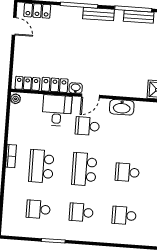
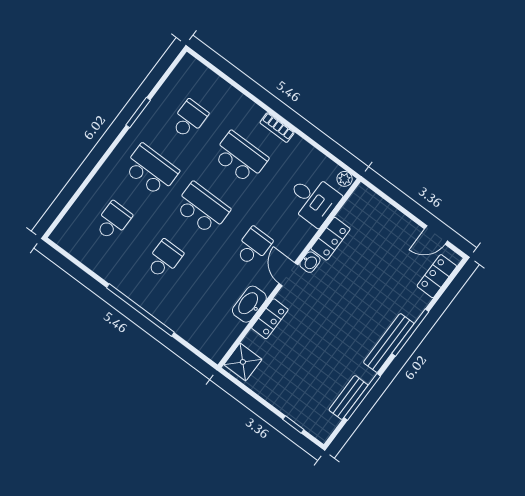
bench: (99, 14) -> (389, 343), width x1.36
locker: (27, 83) -> (270, 319), moved
desk: (57, 110) -> (313, 200), moved
school desk: (81, 212) -> (151, 170), width x1.85

